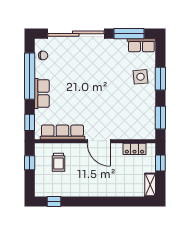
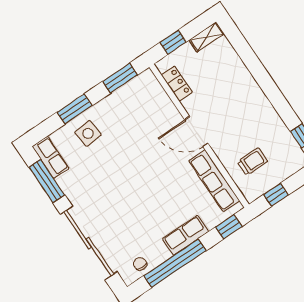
door: (99, 141) -> (196, 132), swing flipped

